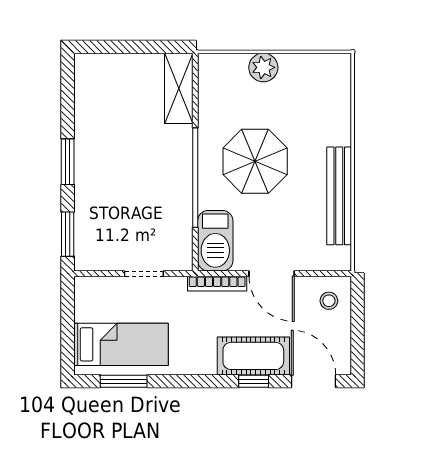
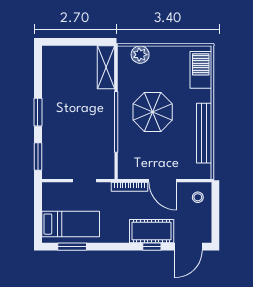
plant: (263, 67) -> (140, 55), moved
barbecue: (215, 241) -> (201, 70), moved, turned 180
door: (313, 381) -> (188, 247), swing flipped

